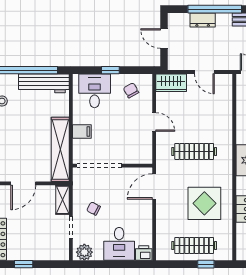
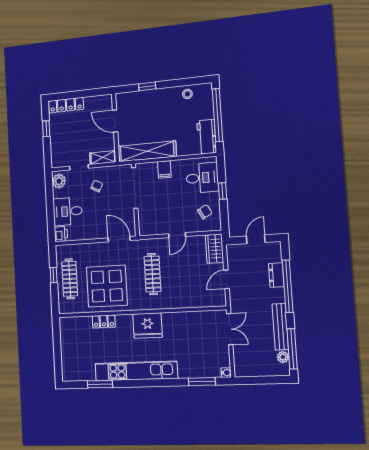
workbench: (44, 83) -> (207, 137), width x0.73
display table: (204, 203) -> (107, 286), width x1.36, depth x1.36
window: (206, 264) -> (54, 275), moved

